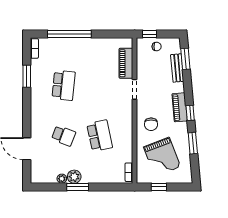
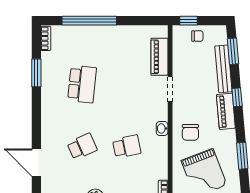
bench: (177, 68) -> (223, 69), width x1.36
window: (190, 113) -> (237, 97), moved
washbasin: (128, 121) -> (162, 128), added
school desk: (64, 136) -> (82, 146), turned -45
school desk: (100, 136) -> (127, 146), width x0.54

